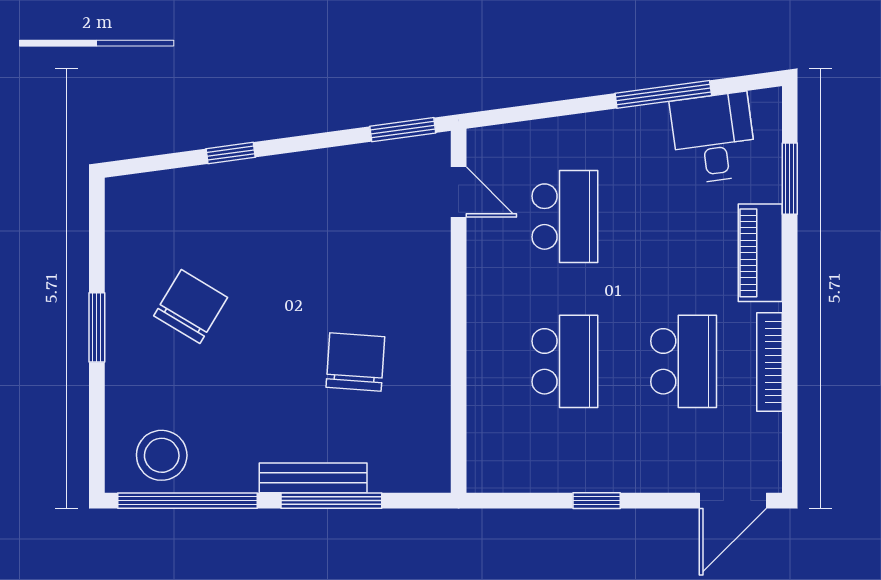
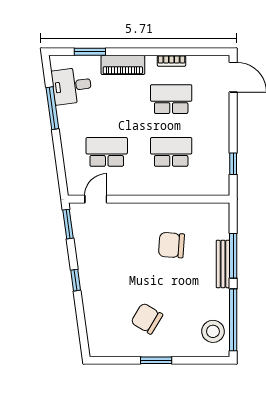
window: (231, 153) -> (76, 280), moved
bookcase: (769, 362) -> (171, 61), width x0.64
window: (597, 501) -> (233, 164), moved

